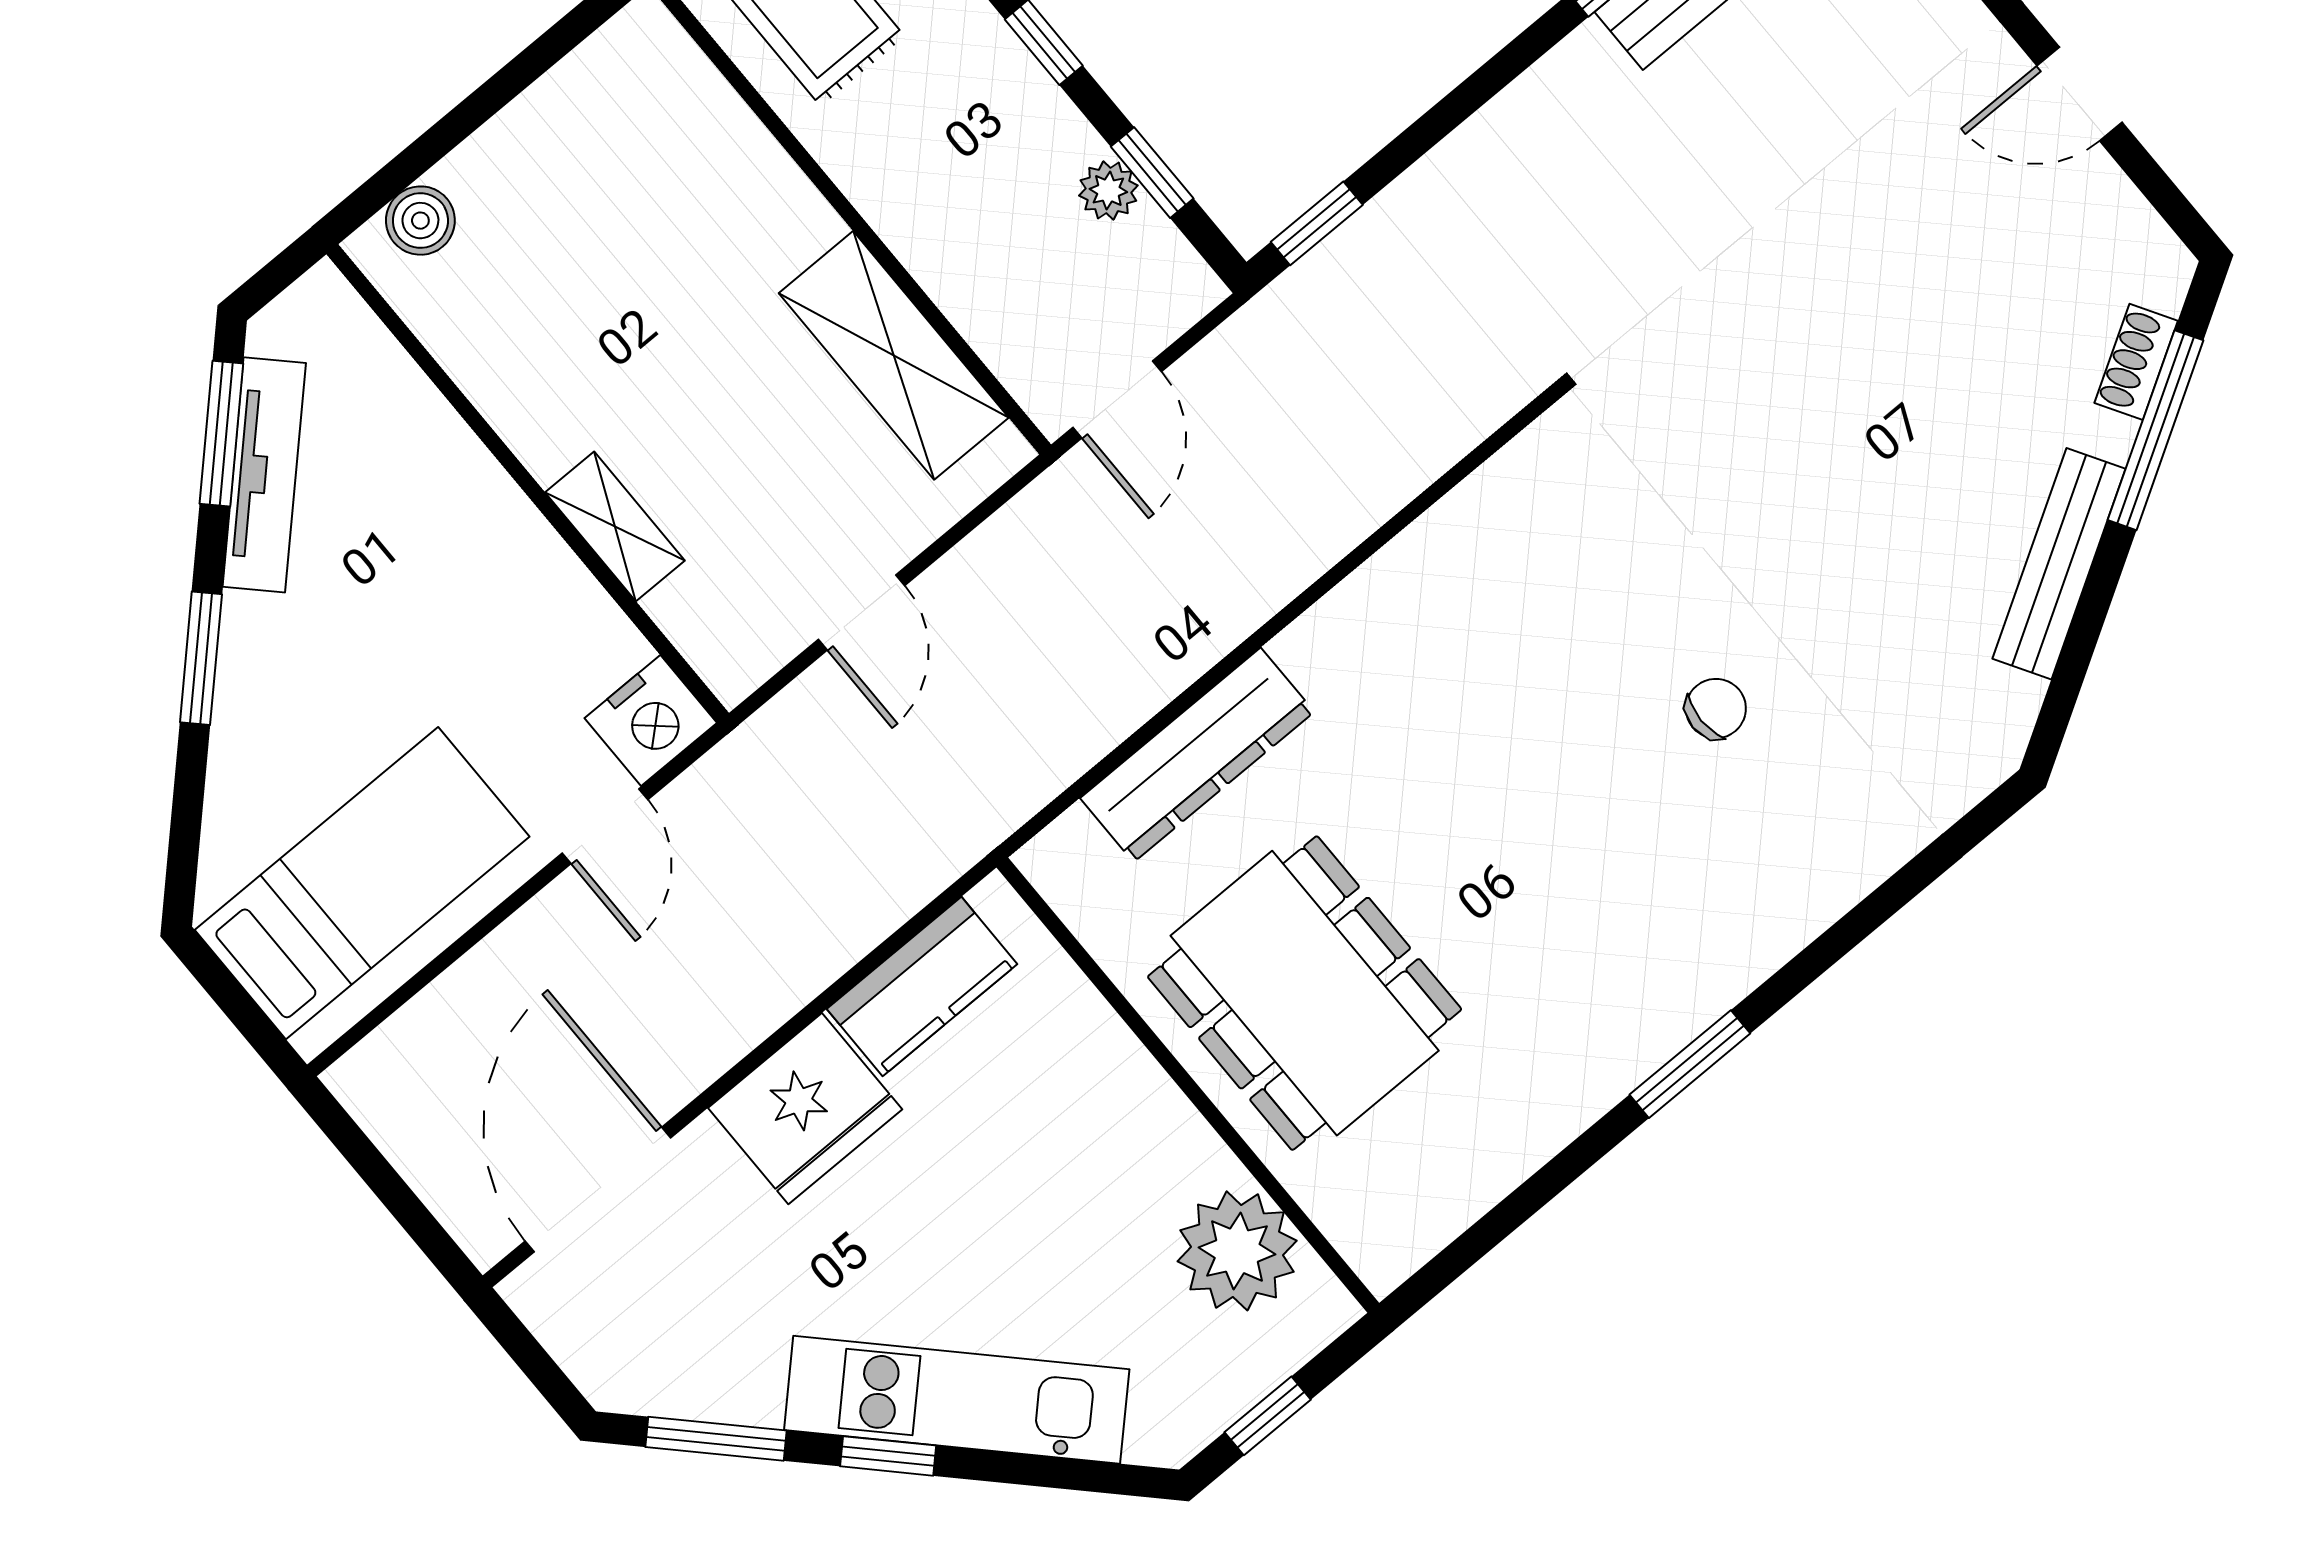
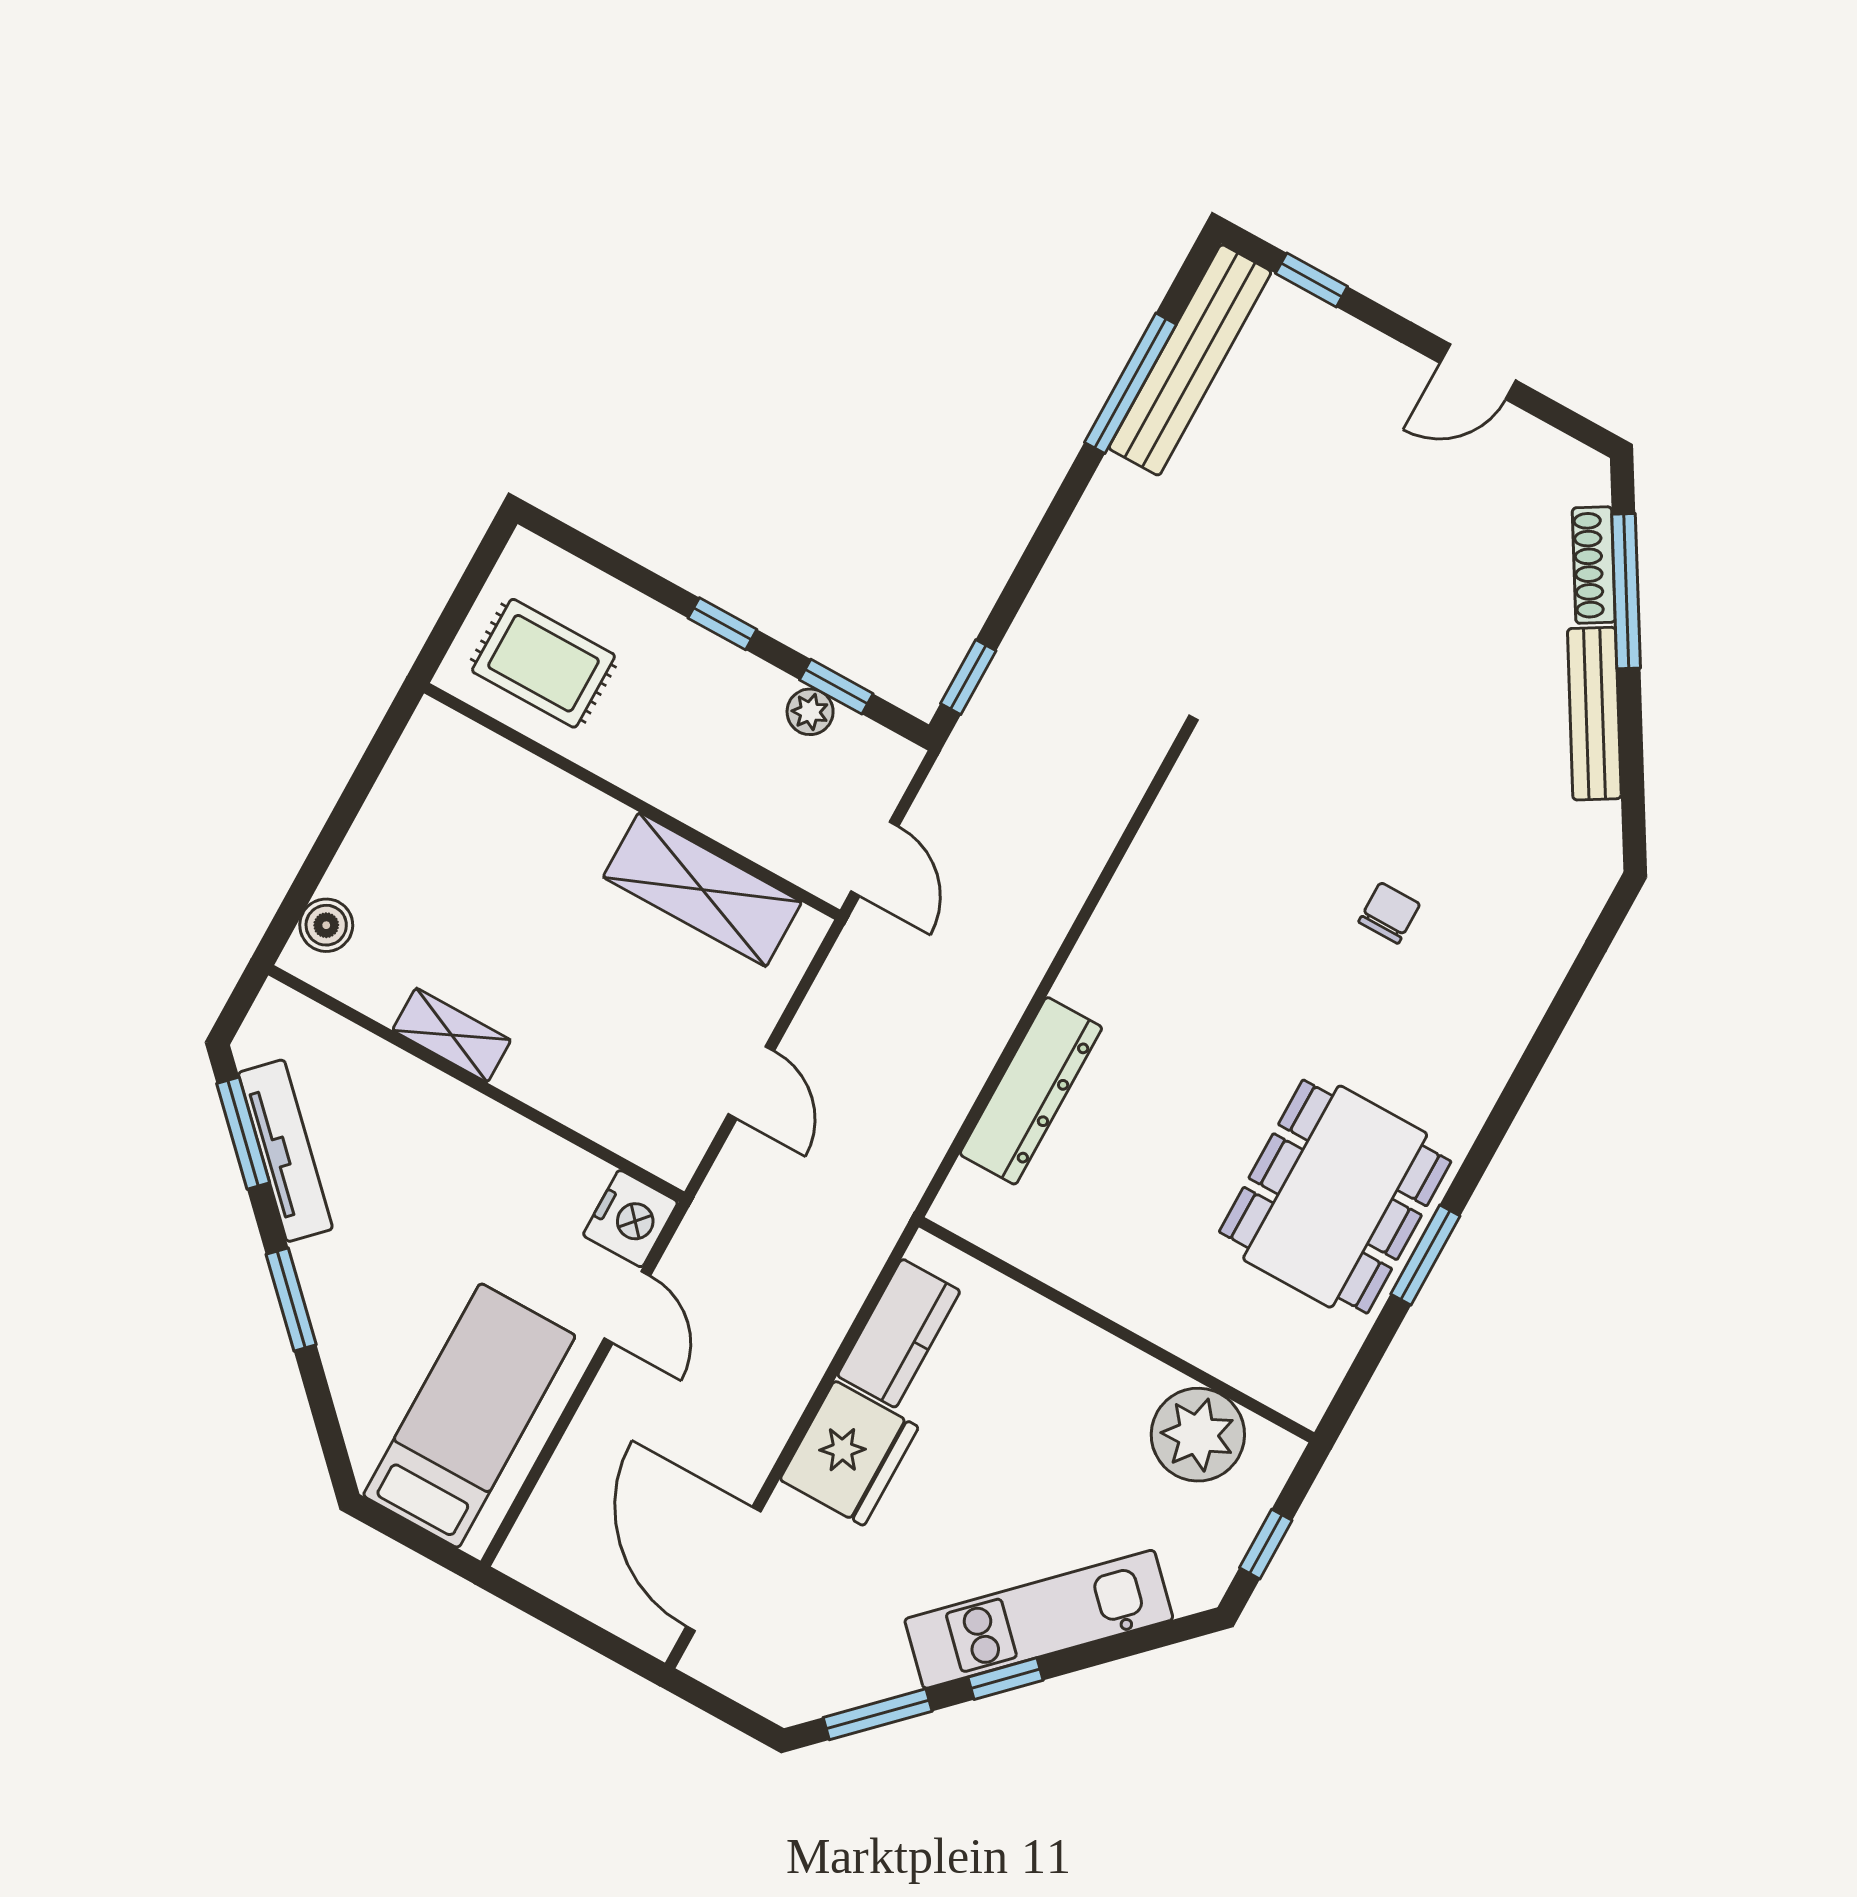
shoe rack: (2136, 362) -> (1594, 565), width x1.43
shelving: (615, 526) -> (452, 1035), moved
dining table: (1305, 993) -> (1335, 1197), moved, turned 90
window: (1690, 1064) -> (1425, 1255), moved

